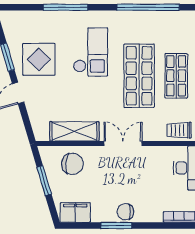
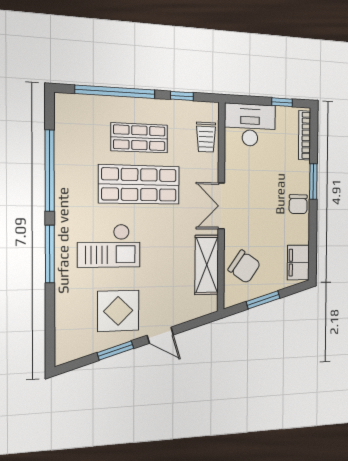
window: (65, 7) -> (50, 254), moved
checkout: (91, 52) -> (109, 246), turned 180
chair: (72, 164) -> (244, 267), turned 119
window: (116, 226) -> (313, 181), moved

